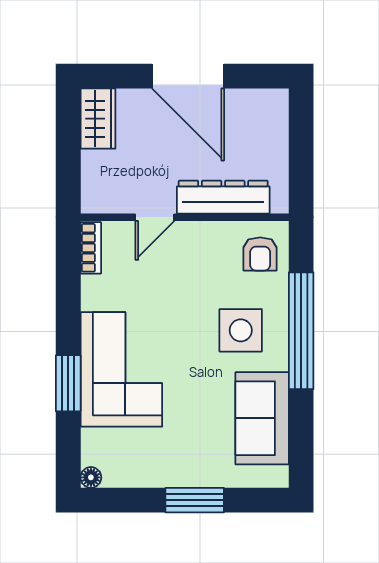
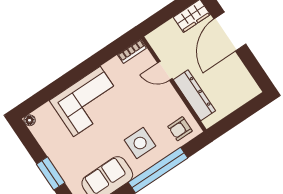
door: (188, 76) -> (230, 32), moved
window: (68, 383) -> (65, 82), removed

